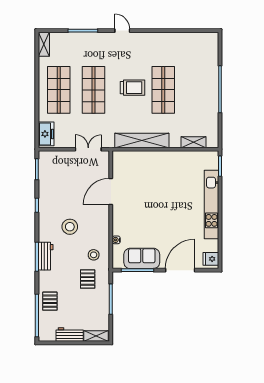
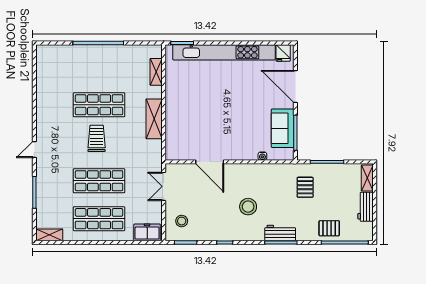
shelving: (142, 140) -> (154, 119), width x0.68
kitchen unit: (211, 205) -> (224, 52), width x1.36
stool: (94, 255) -> (182, 221), moved
pallet: (88, 279) -> (305, 187), turned 90

